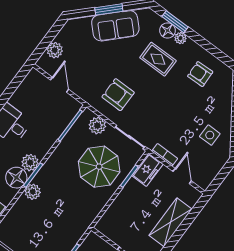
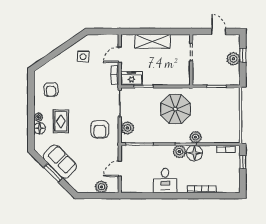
window: (175, 22) -> (31, 128), removed
parasol: (99, 167) -> (175, 109), moved

